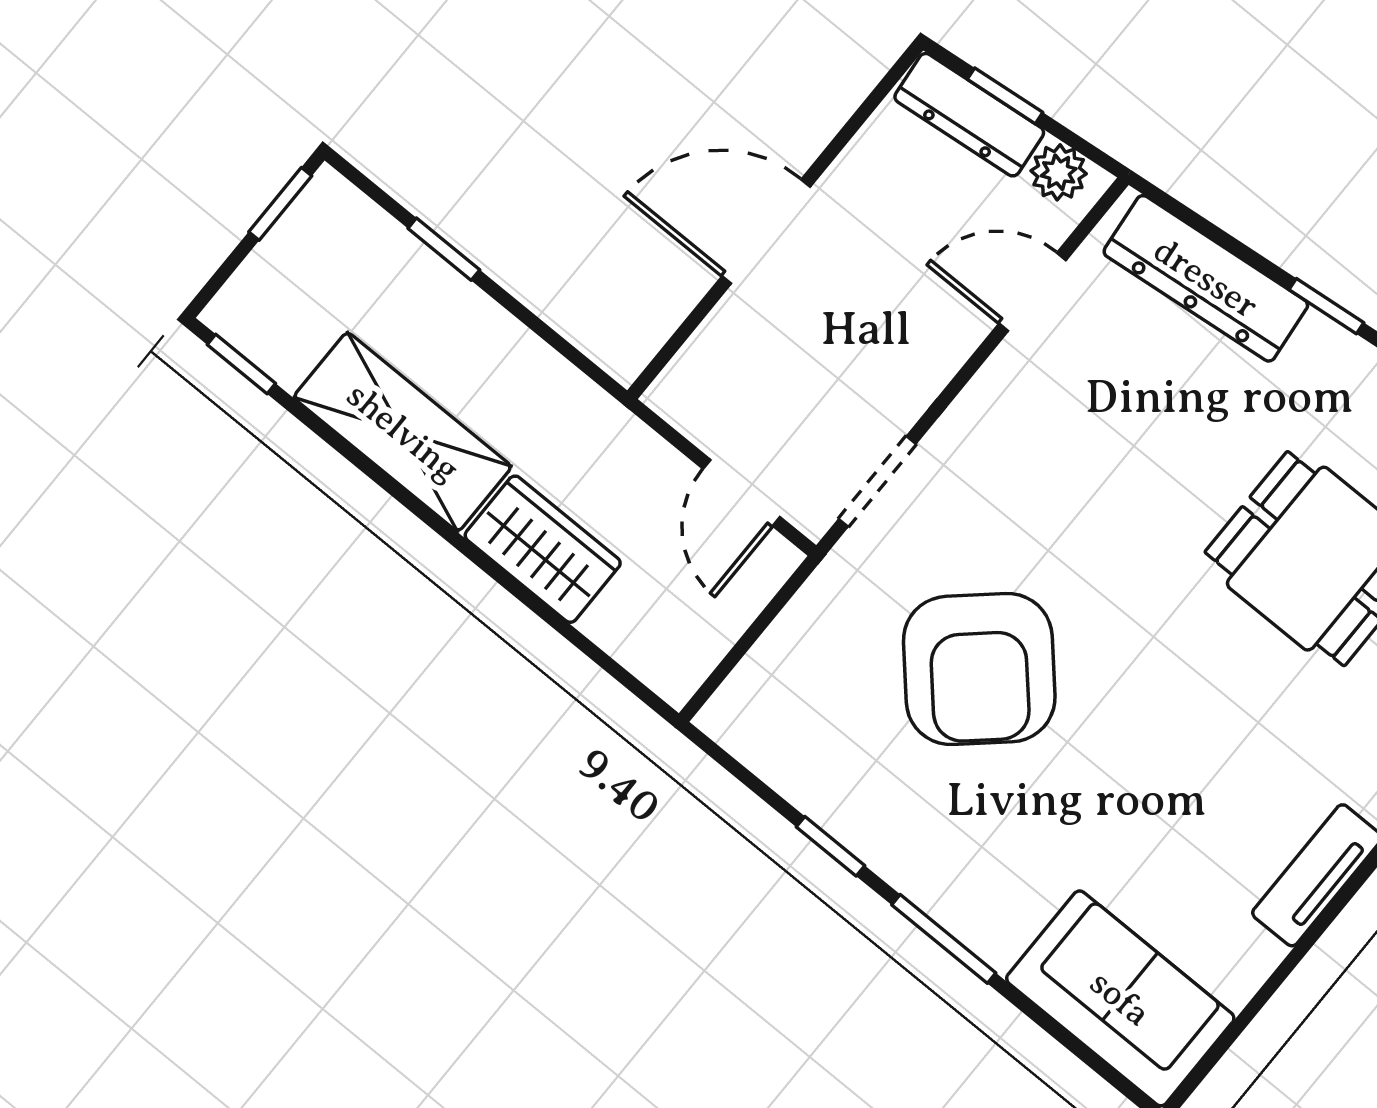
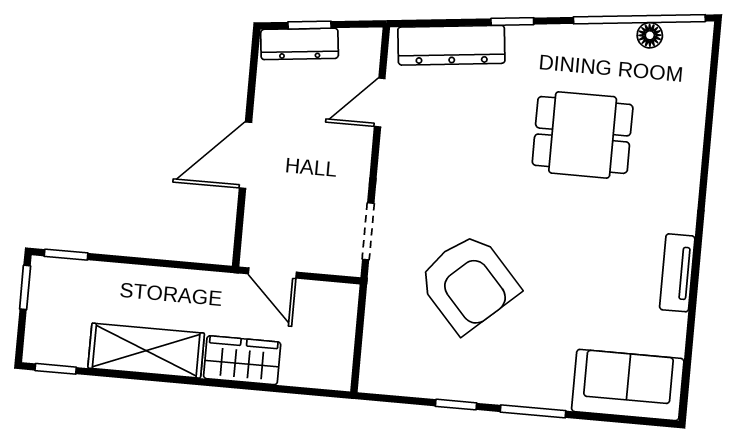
plant: (1059, 172) -> (356, 43), removed
window: (444, 249) -> (66, 255), moved
door: (742, 493) -> (272, 273), moved

